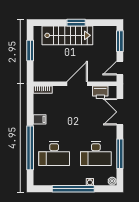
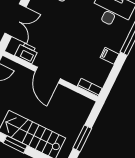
door: (77, 84) -> (48, 75), hinge flipped

